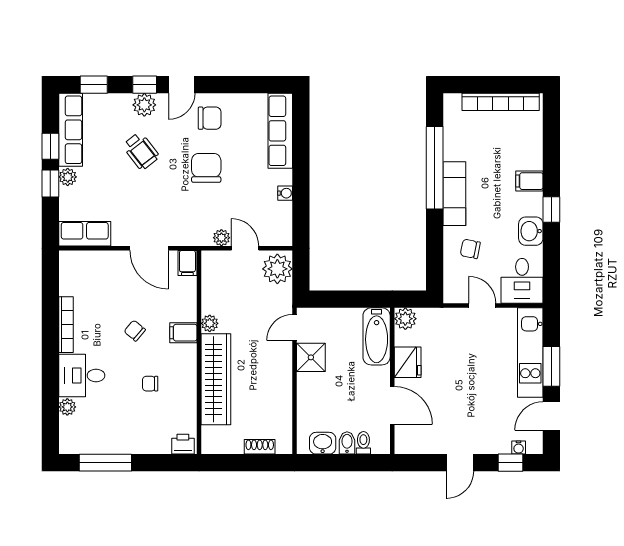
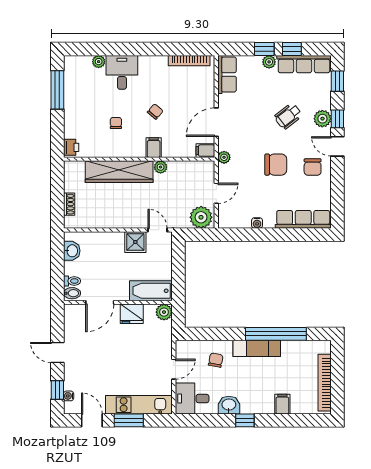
filing cabinet: (529, 181) -> (282, 404), moved
plant: (221, 238) -> (224, 157), moved
bookcase: (66, 325) -> (189, 61), moved
bidet: (347, 443) -> (72, 293), moved

